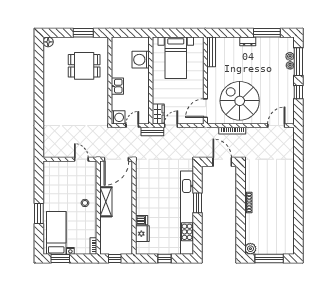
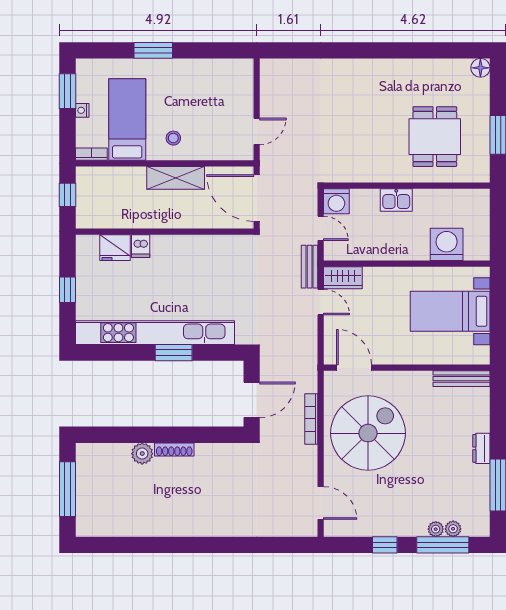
bed: (56, 233) -> (127, 120), moved, turned -90
plant: (250, 249) -> (142, 454), moved

